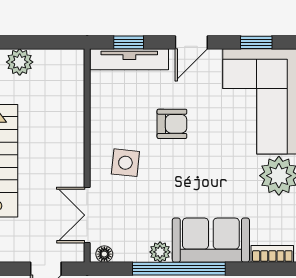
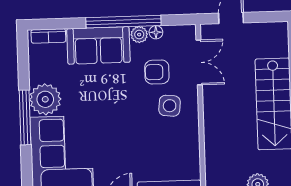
armchair: (172, 124) -> (157, 72), moved
floor lamp: (104, 254) -> (156, 32), moved

